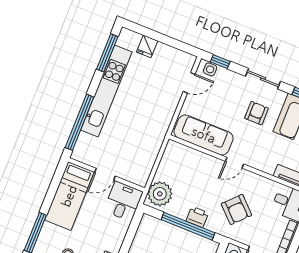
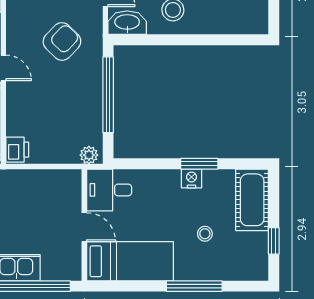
plant: (160, 194) -> (89, 155), width x0.53, depth x0.53
printer: (197, 217) -> (17, 150), moved, turned 180

